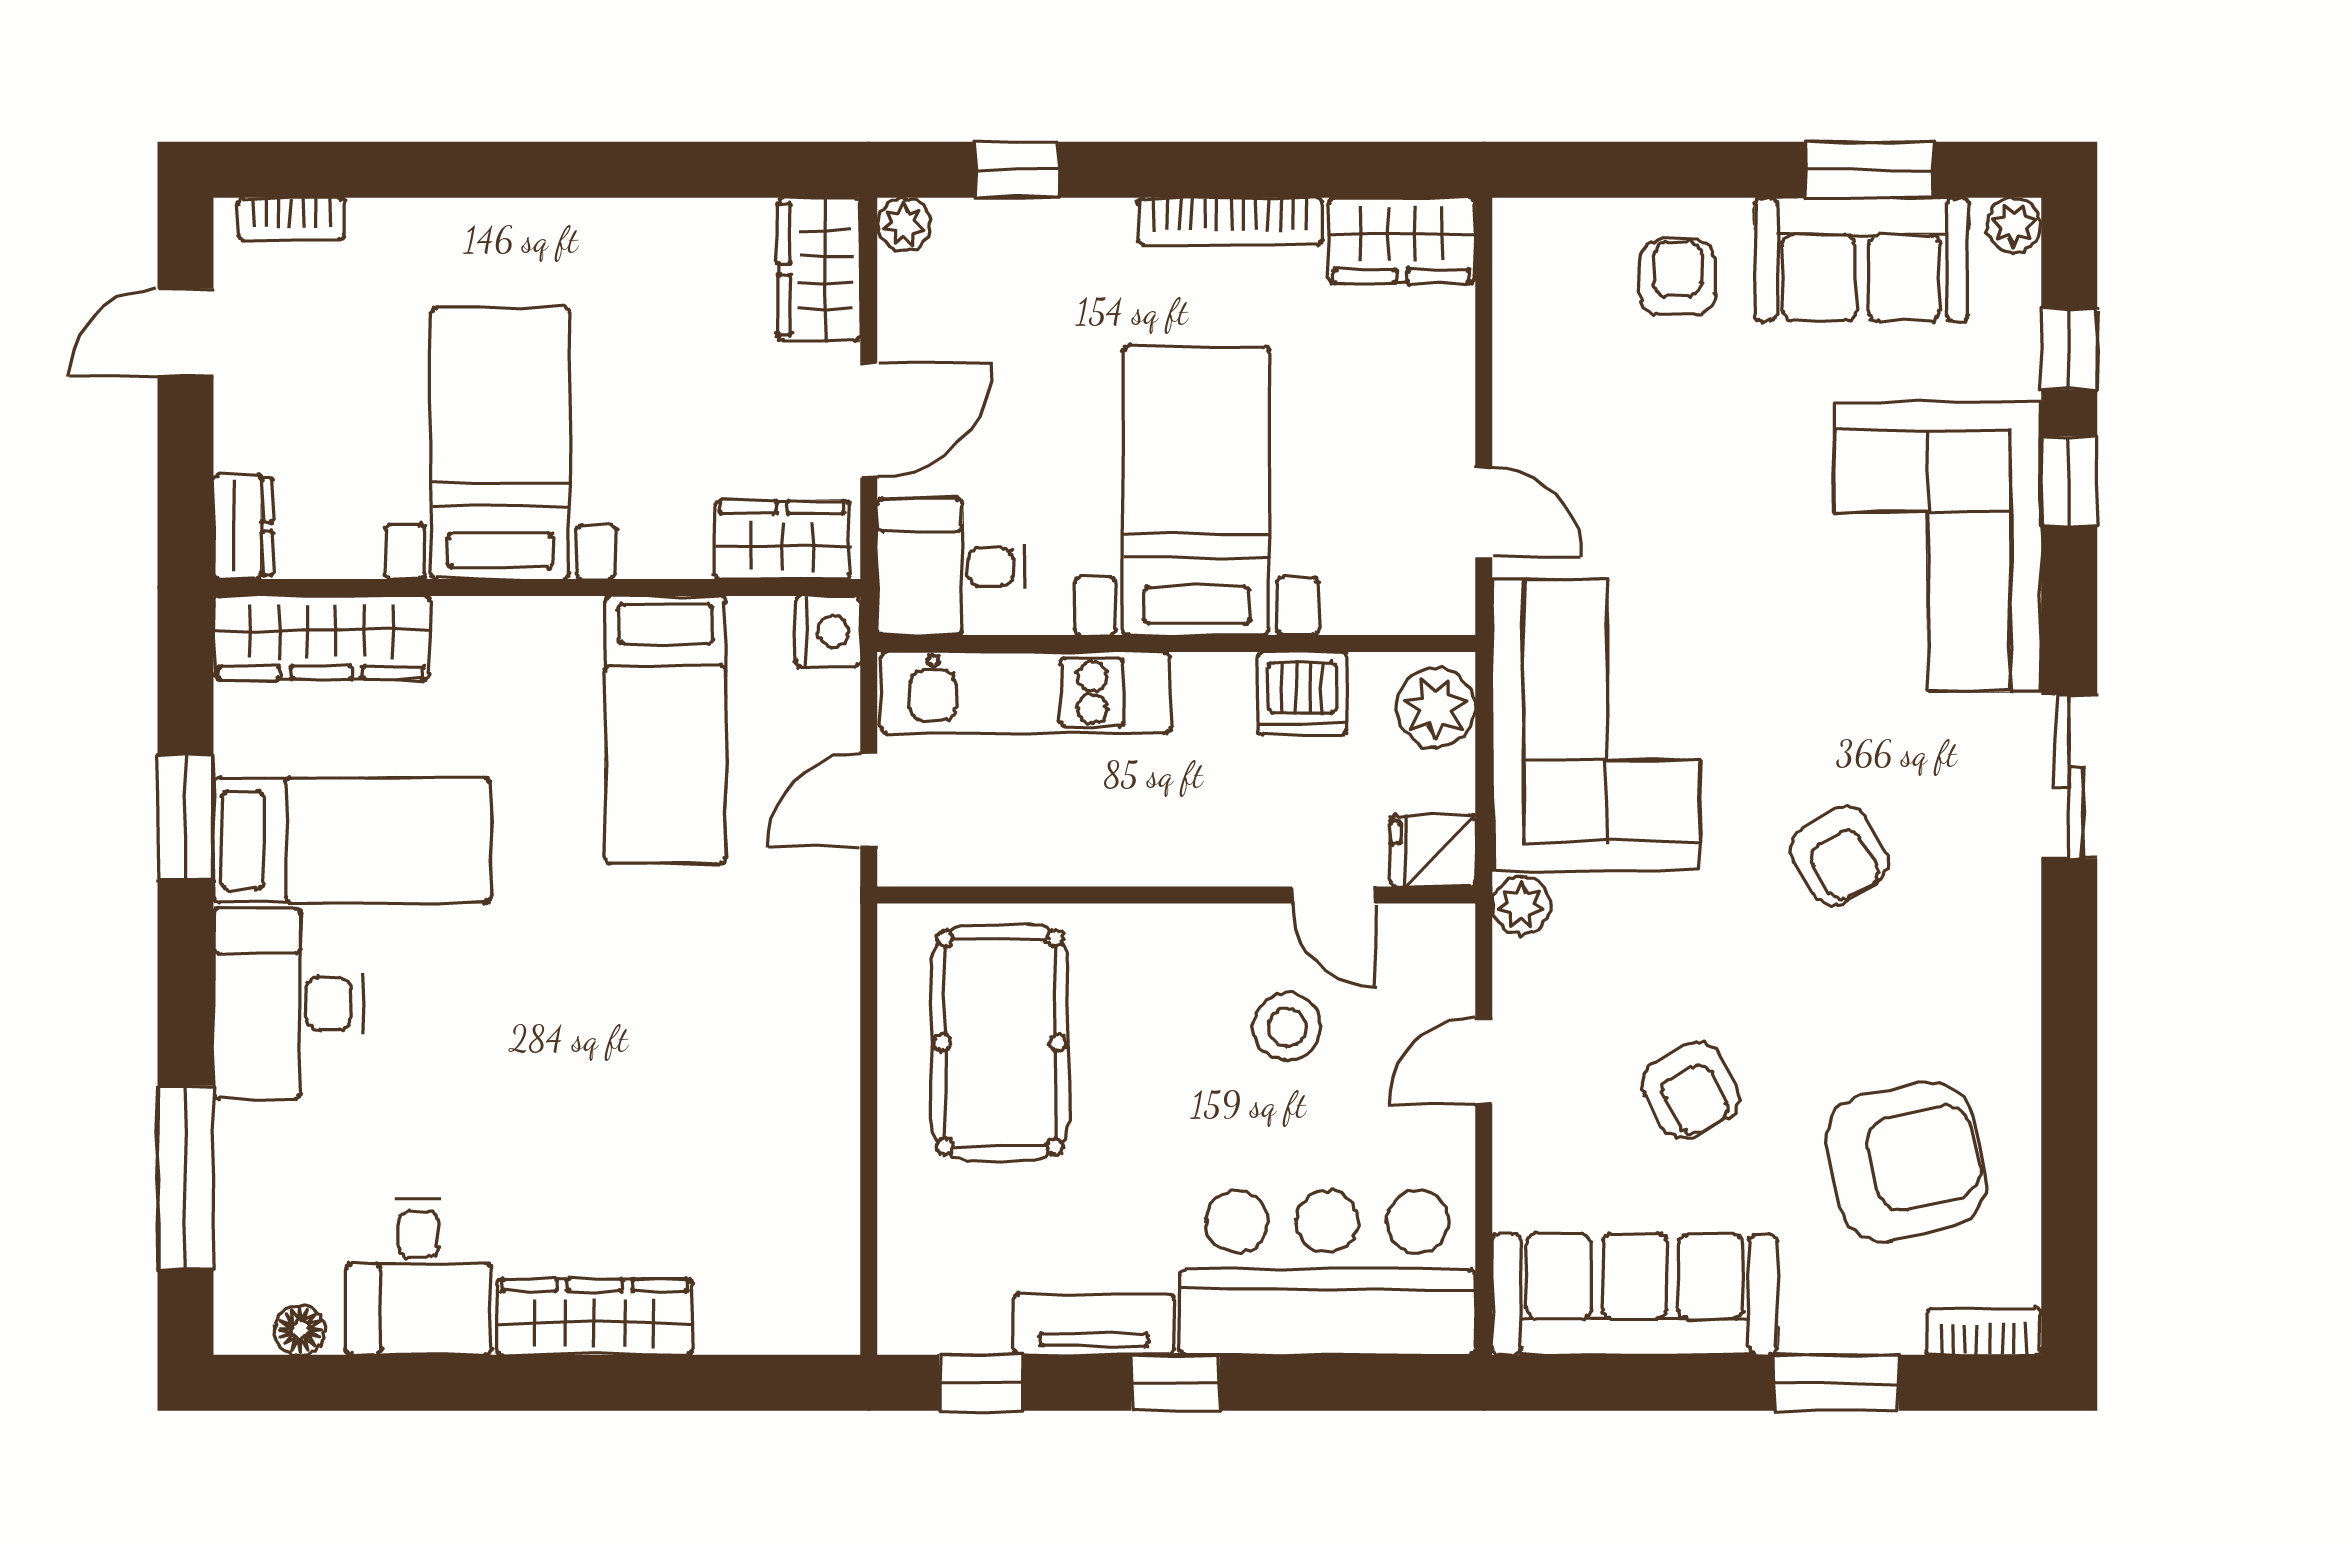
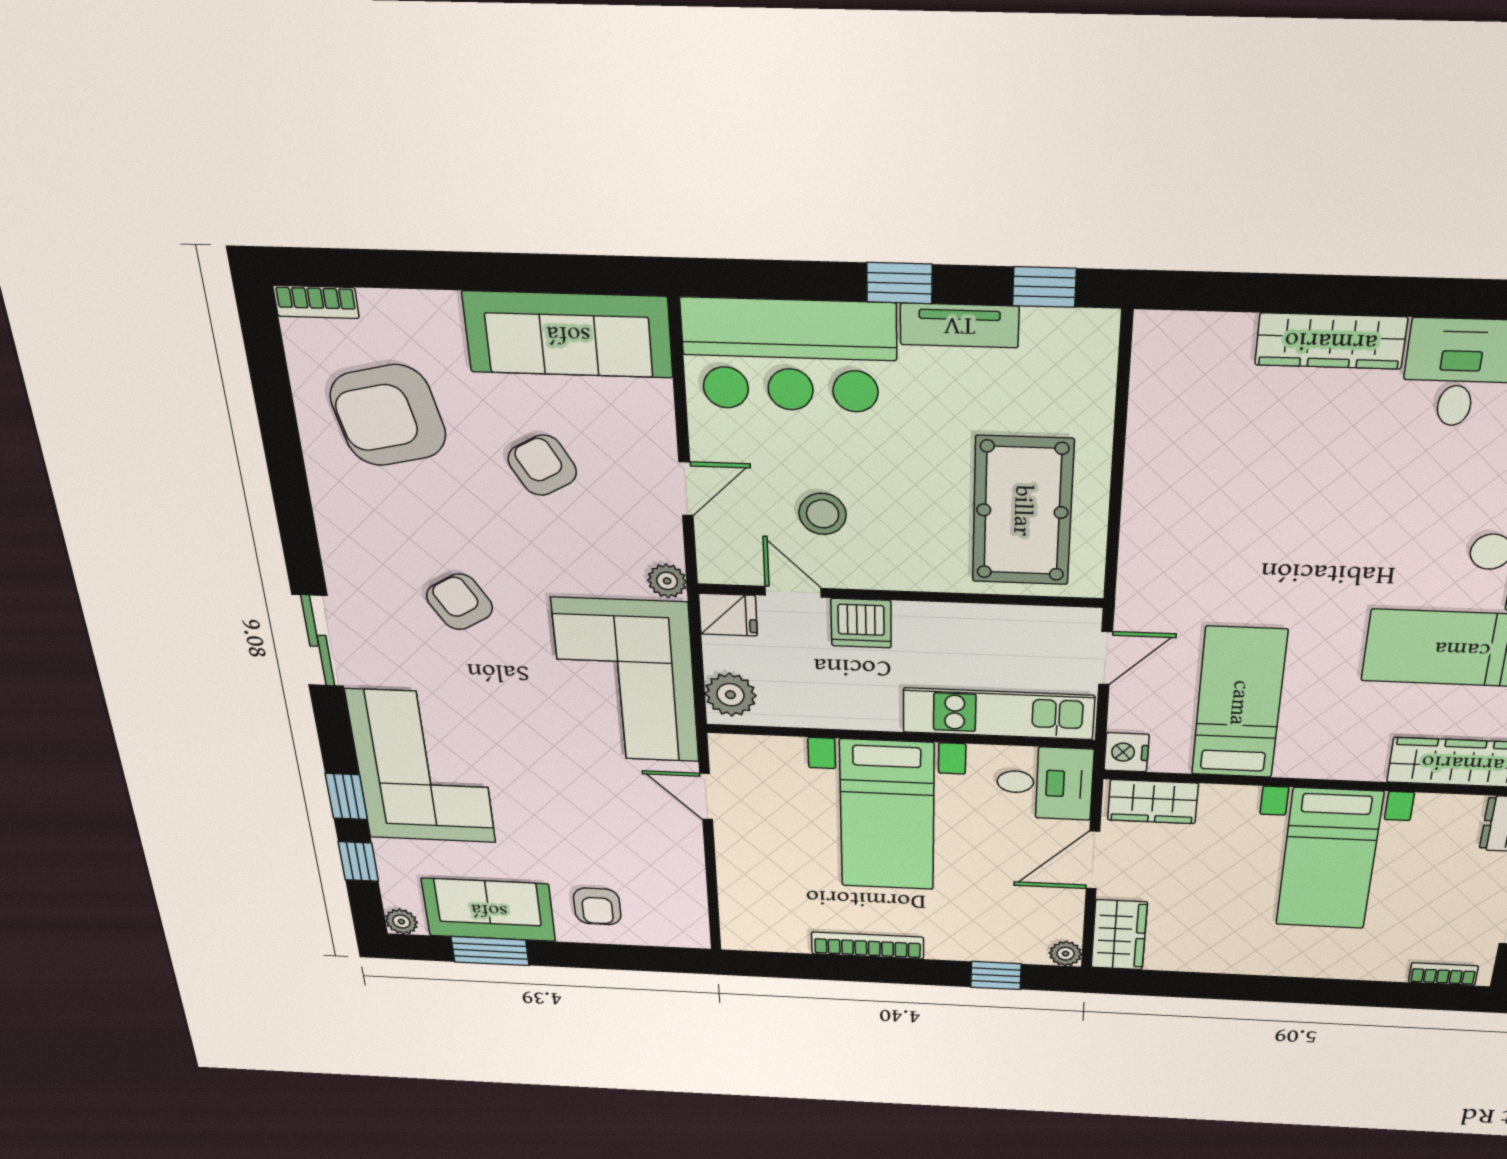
wardrobe: (1402, 240) -> (764, 932), removed
dishwasher: (1302, 693) -> (861, 623), moved, turned 180
window: (1836, 1383) -> (416, 270), removed

